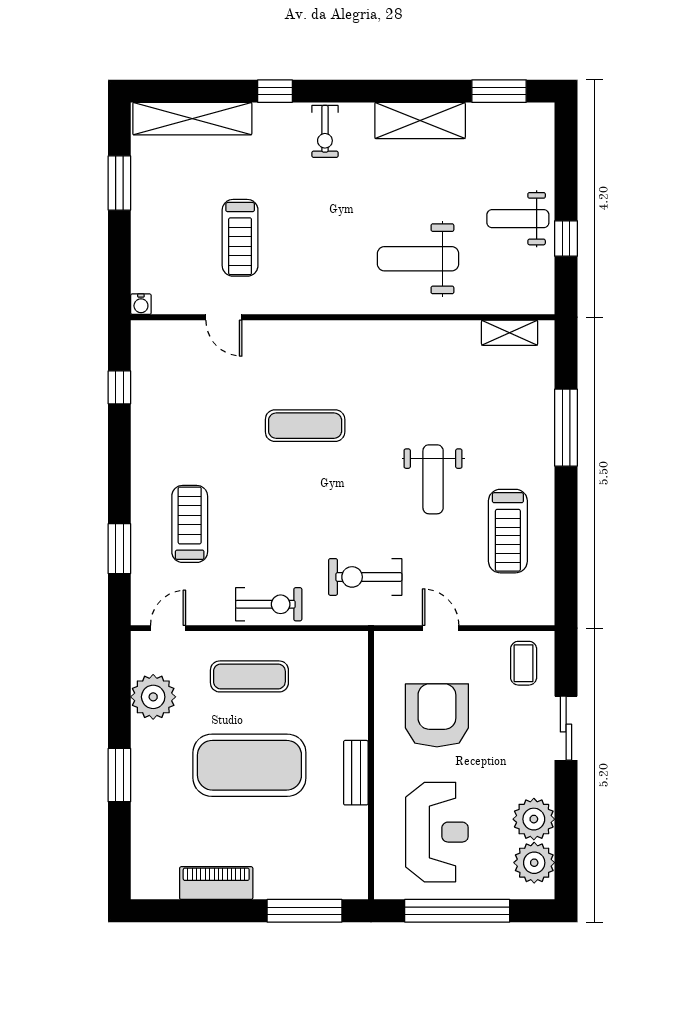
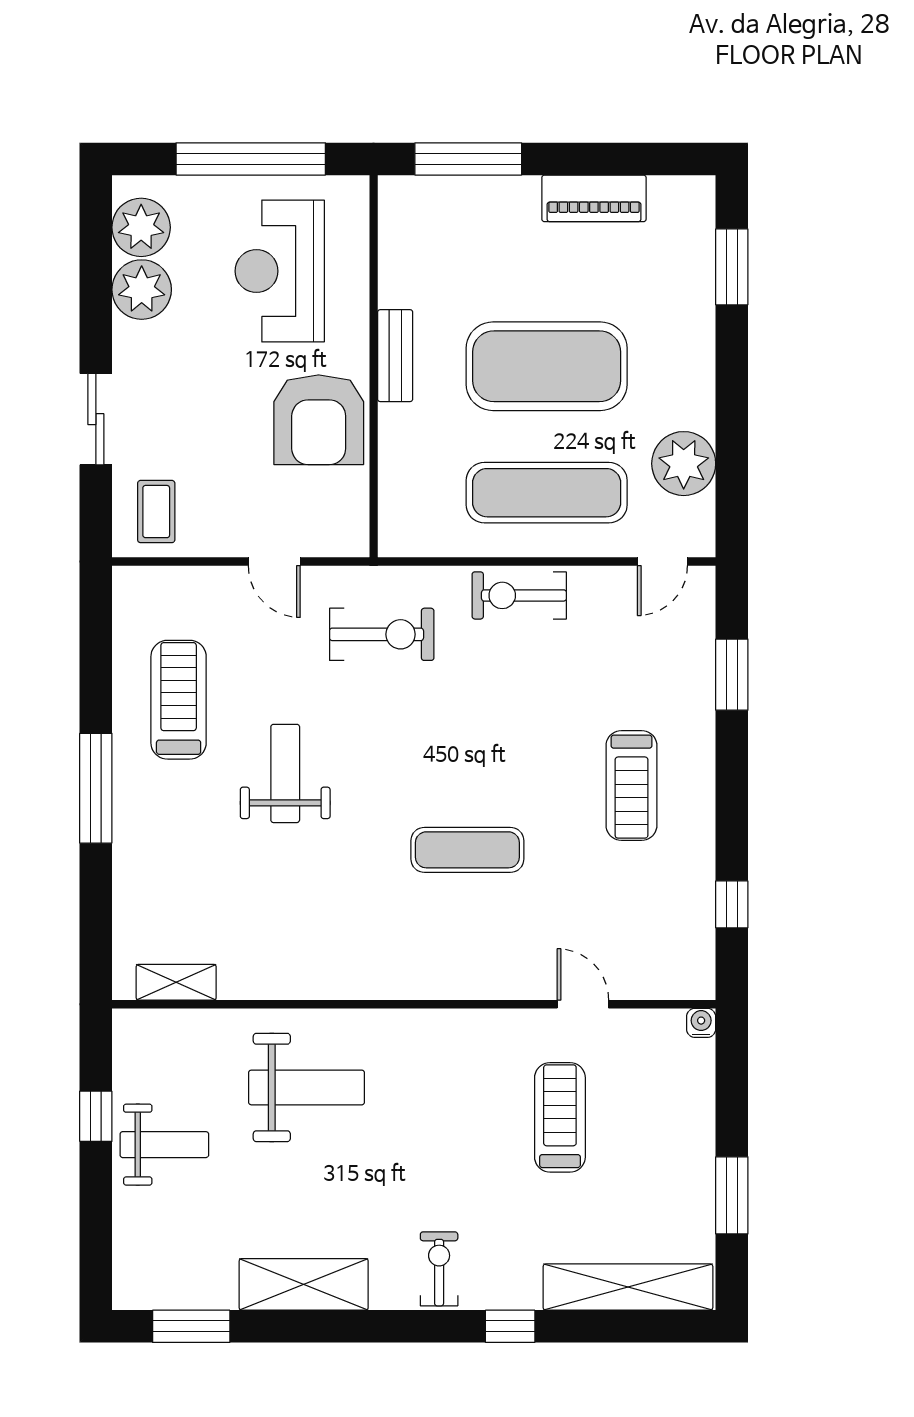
window: (566, 428) -> (96, 788), moved
treadmill: (190, 524) -> (631, 785), moved
exercise mat: (249, 676) -> (547, 493), width x1.36, depth x1.45
armchair: (437, 715) -> (319, 420), moved
window: (119, 775) -> (732, 267), moved

